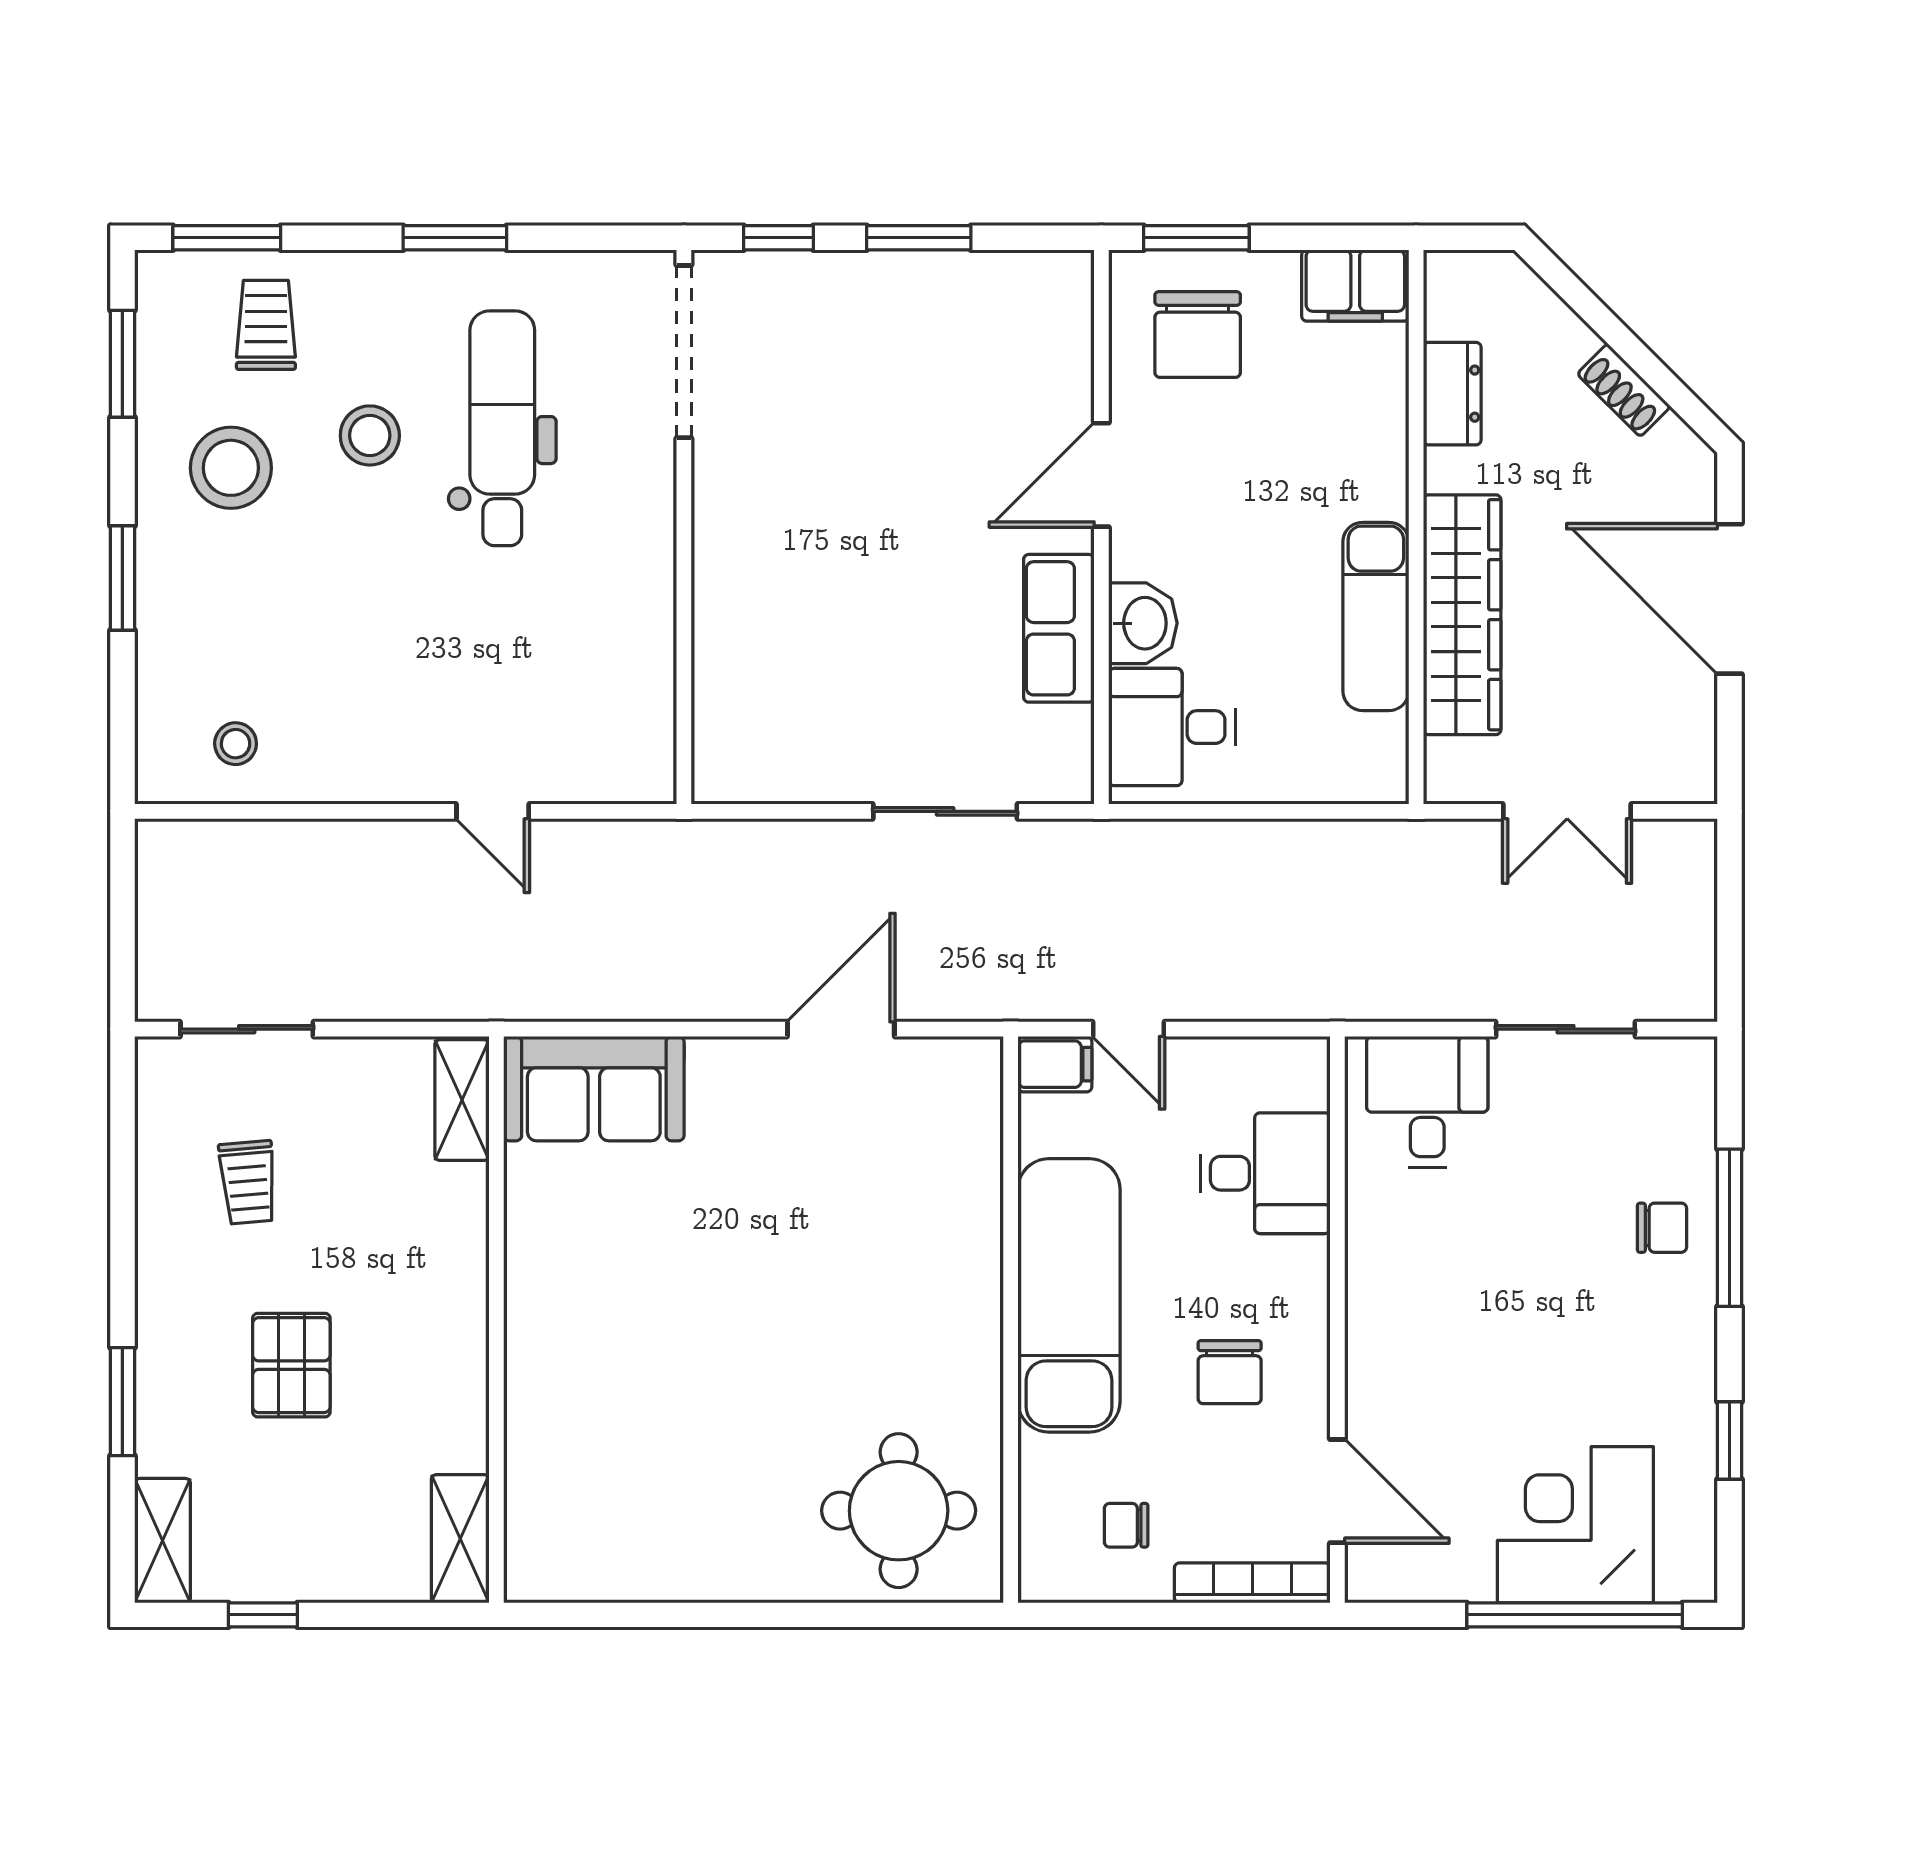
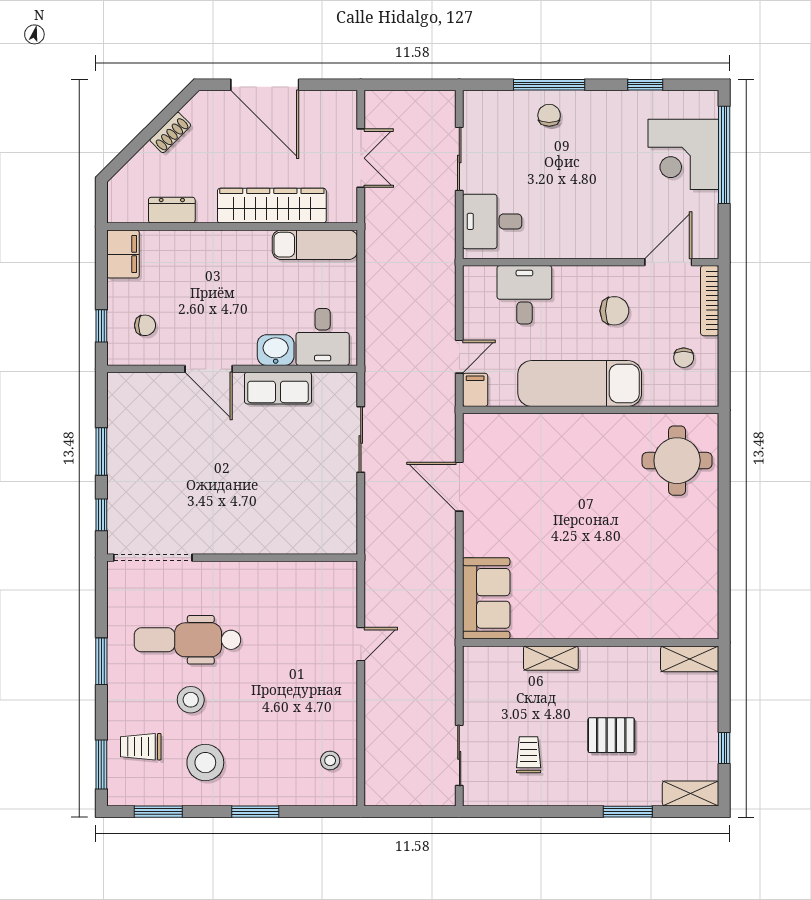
window: (1196, 238) -> (101, 326), width x0.67
chair: (1198, 335) -> (145, 325), width x0.54, depth x0.54
door: (1729, 599) -> (265, 85), hinge flipped
exam couch: (1376, 616) -> (315, 245), moved
shelving: (462, 1100) -> (551, 658), moved
trolley: (248, 1182) -> (529, 755), turned -85

